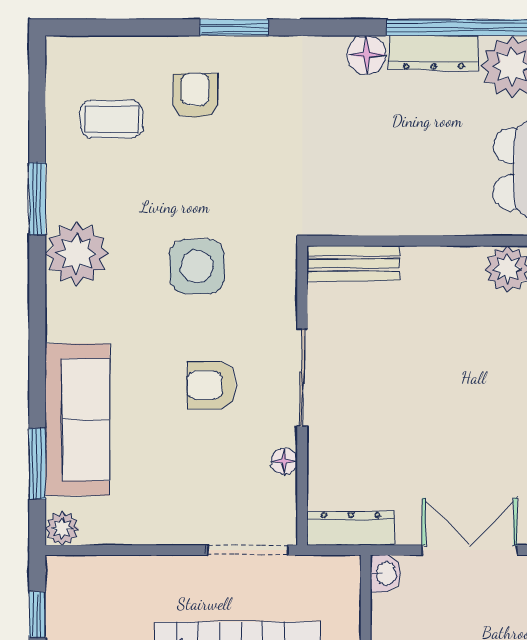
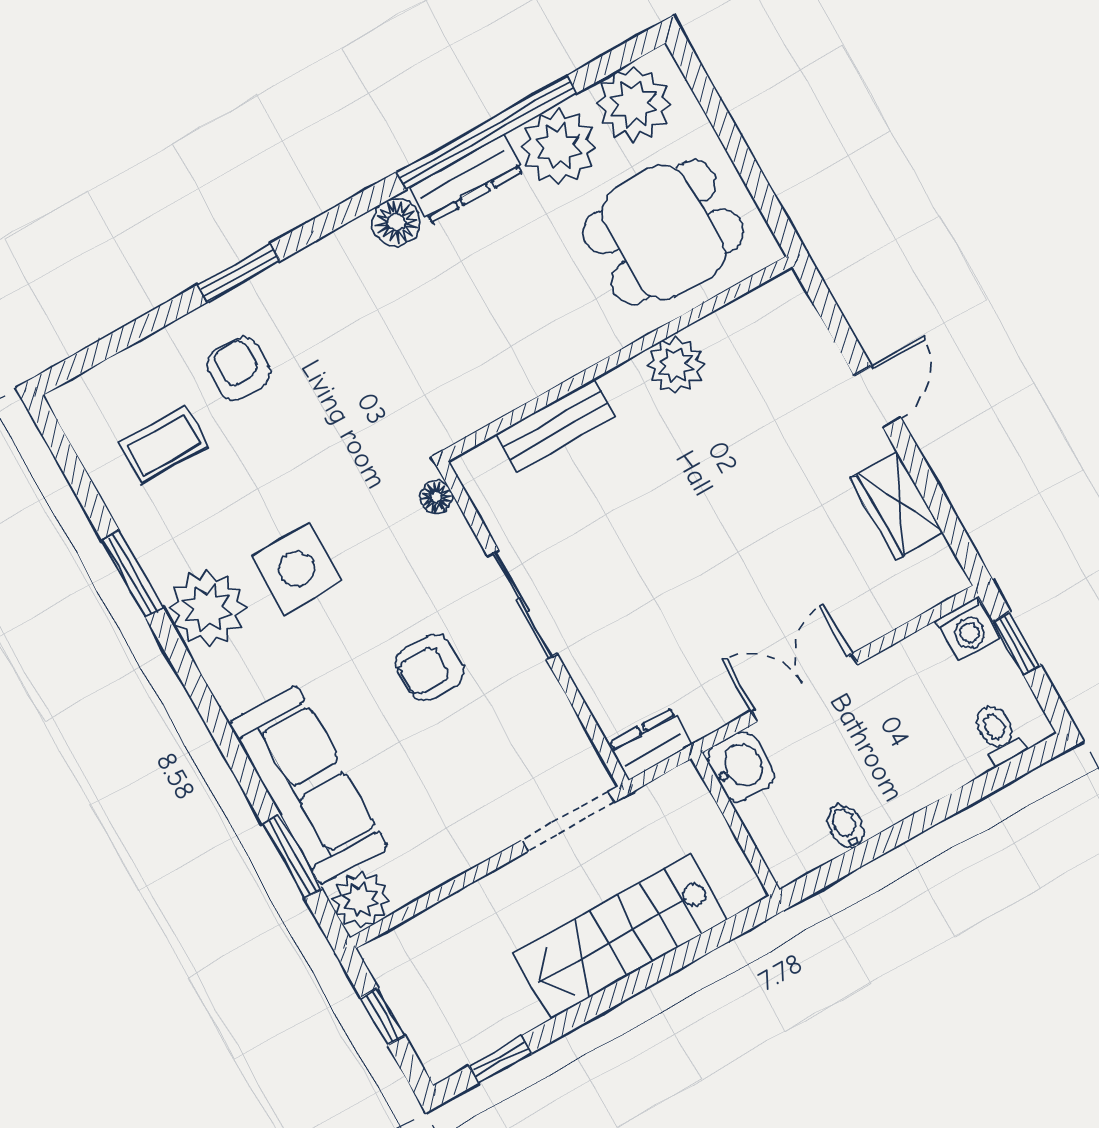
bench: (353, 263) -> (556, 425), moved
side table: (197, 266) -> (297, 569), moved
floor lamp: (284, 461) -> (436, 497), moved
plant: (62, 528) -> (360, 899), width x1.38, depth x1.38
dresser: (351, 528) -> (651, 744), width x0.70
washbasin: (385, 573) -> (740, 767), width x1.38, depth x1.45

